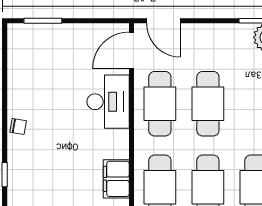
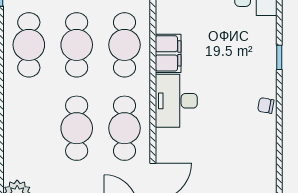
desk: (108, 102) -> (176, 101), moved

